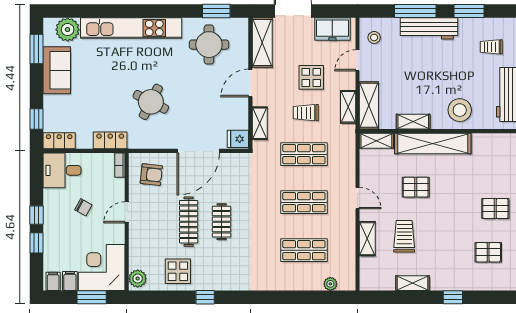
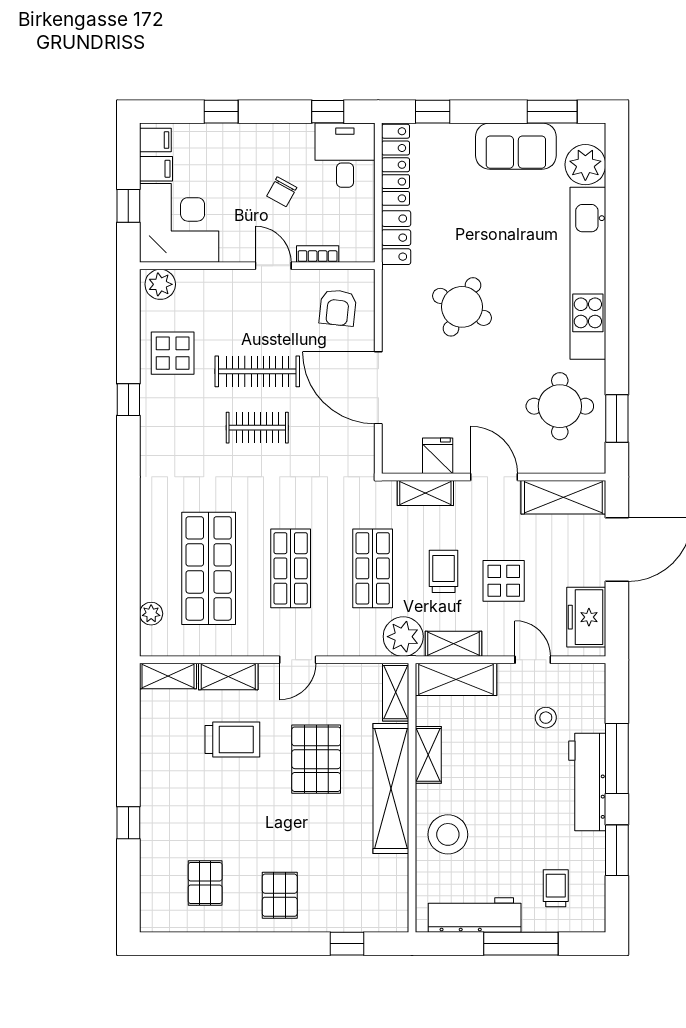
stool: (374, 37) -> (546, 718), moved
plant: (344, 136) -> (403, 637), added
fridge: (238, 139) -> (438, 456), moved
locker: (59, 141) -> (396, 165), width x1.53
bookcase: (120, 165) -> (318, 254), moved
pallet: (416, 187) -> (316, 759), width x1.50, depth x1.42
window: (36, 215) -> (328, 112), moved
shop shelf: (304, 250) -> (209, 568), width x1.43, depth x1.36
shelving: (412, 283) -> (168, 676), moved, turned 90
window: (92, 297) -> (128, 206), width x0.67

